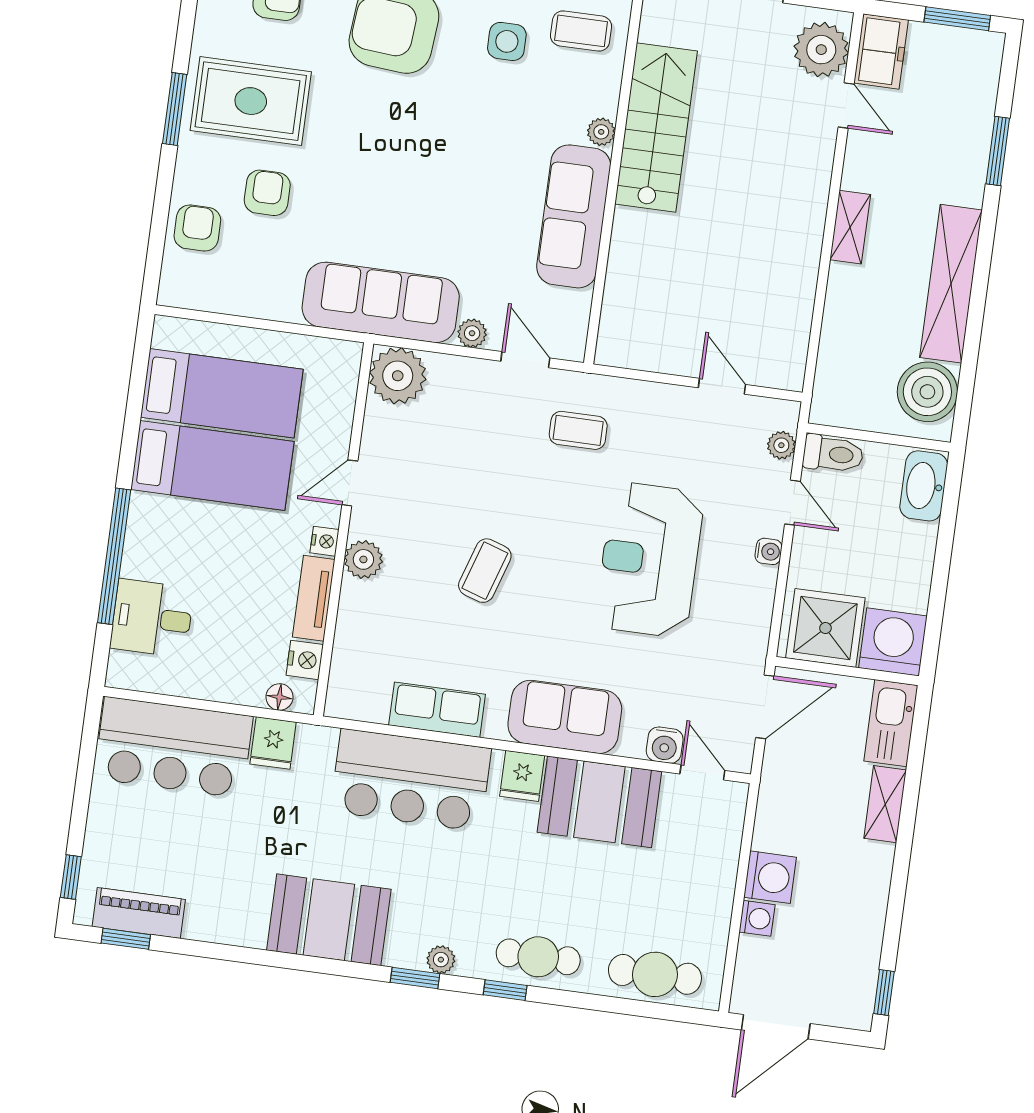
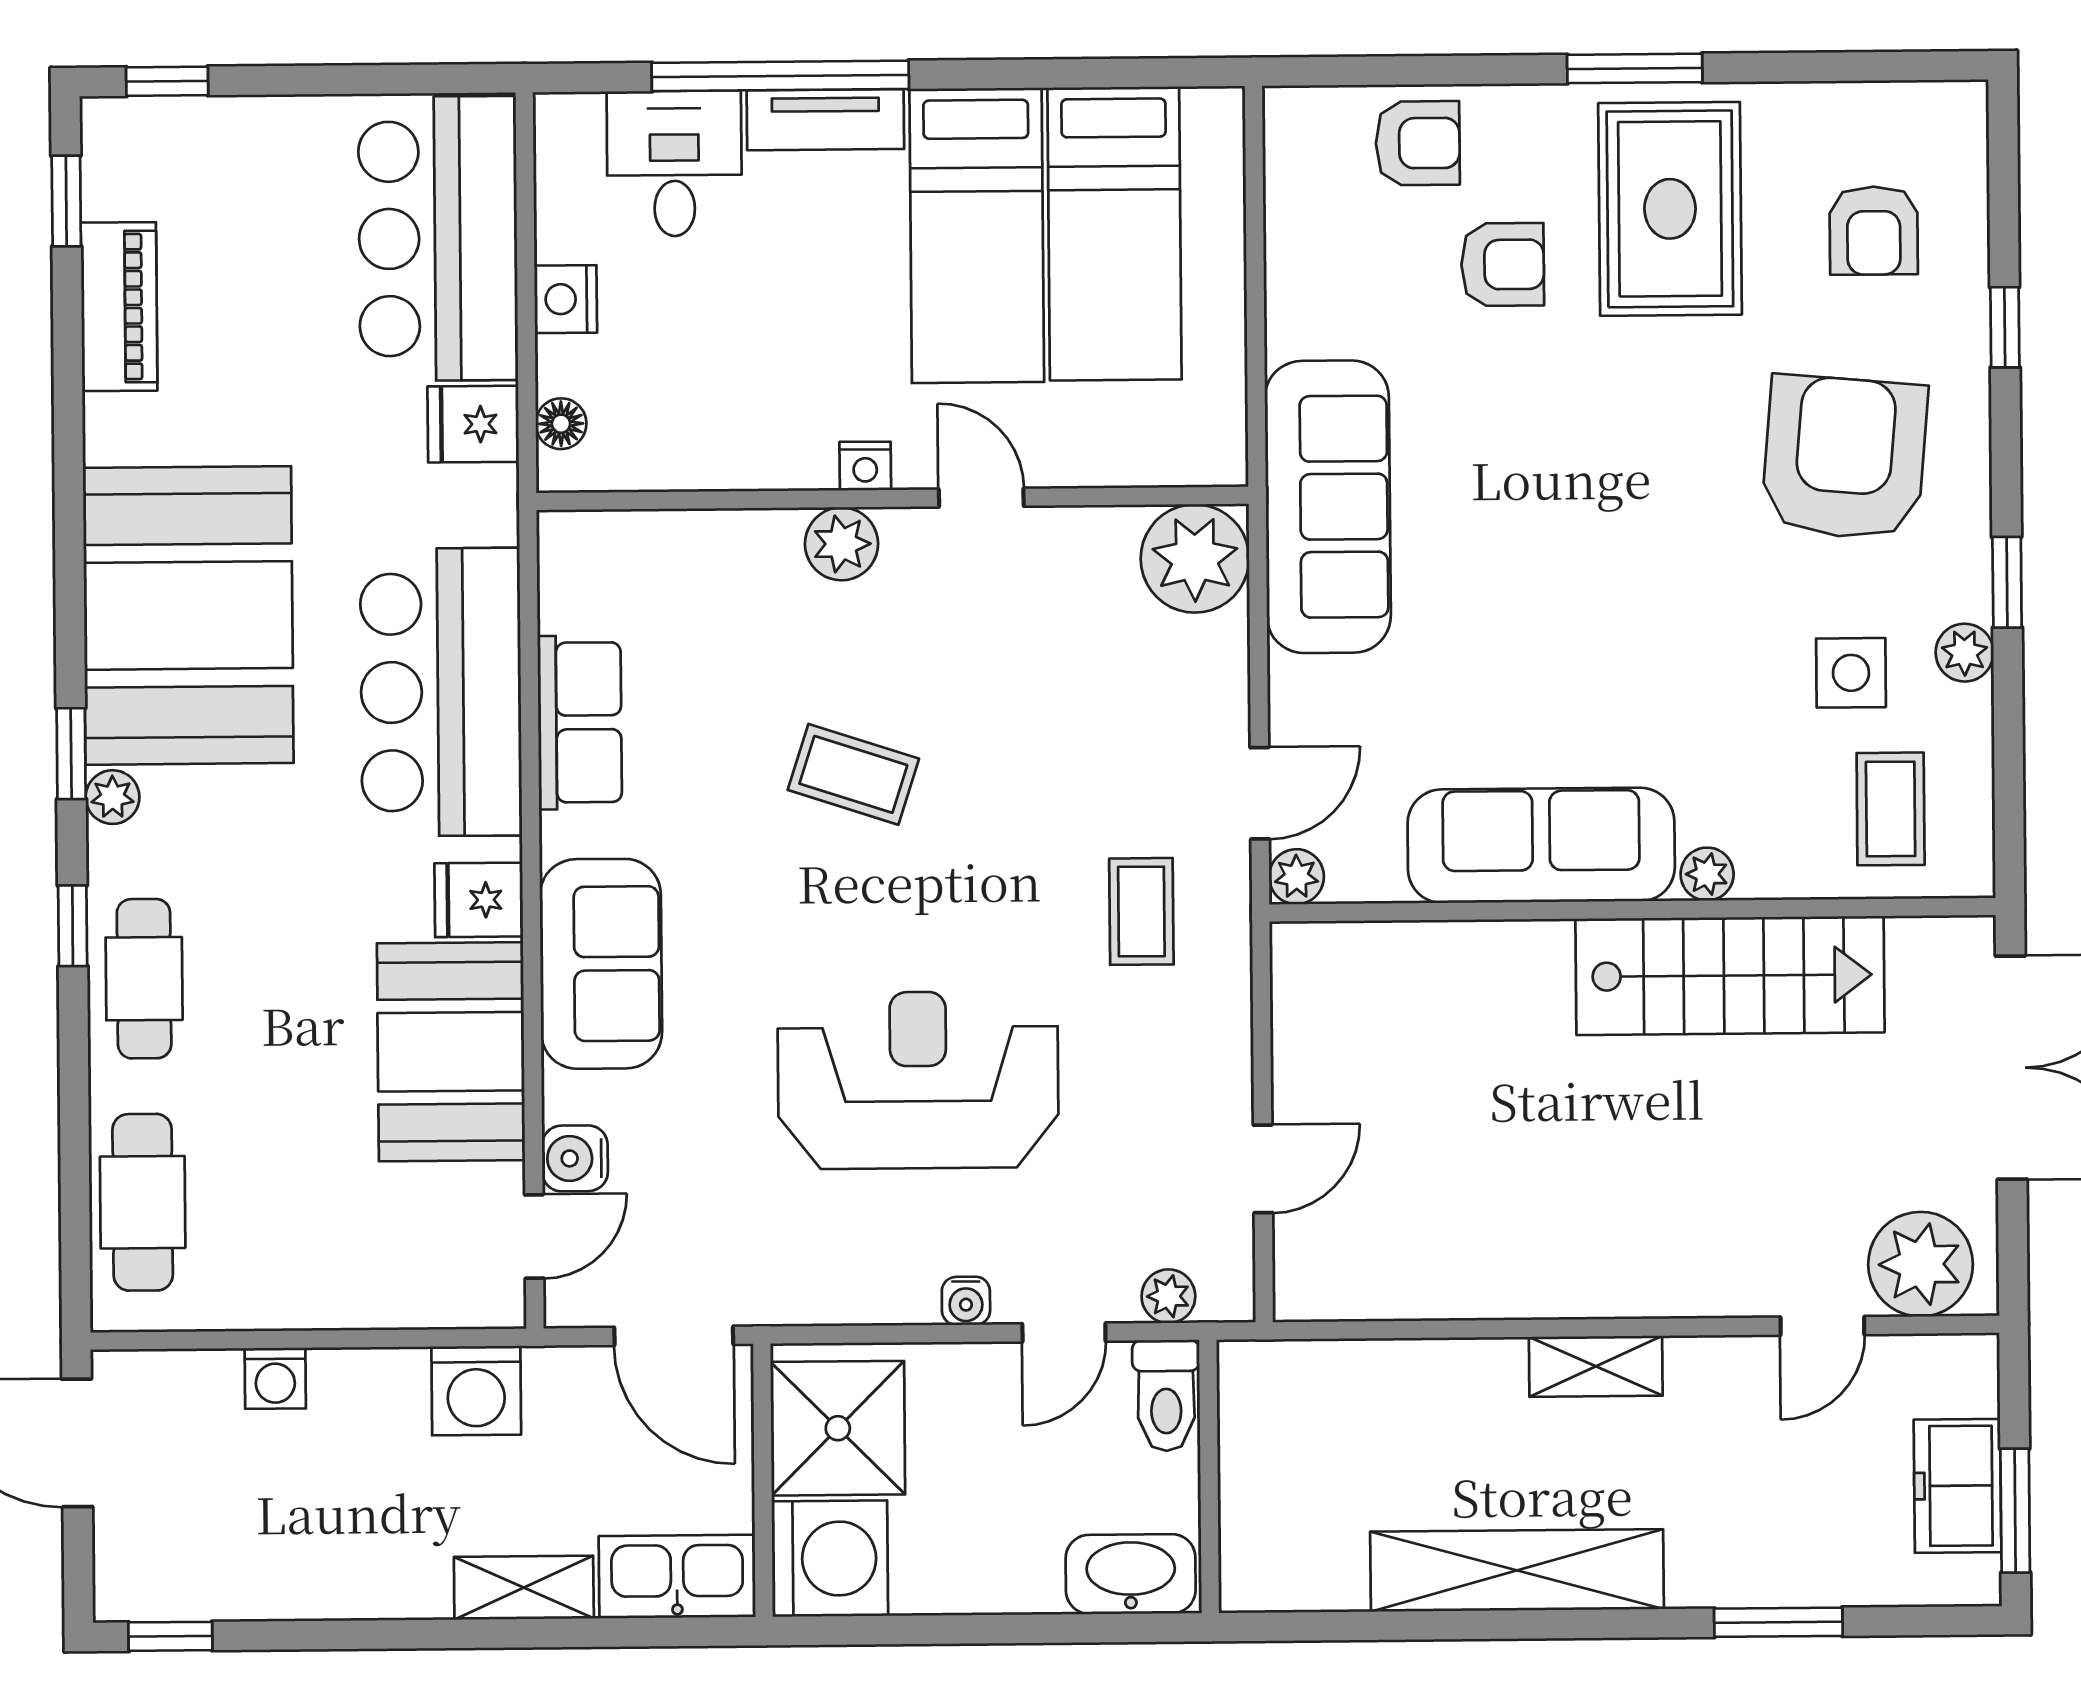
freezer: (881, 51) -> (1957, 1486), moved, turned 90
plant: (472, 333) -> (1296, 877), moved
boiler: (927, 392) -> (1308, 1556), removed
tv unit: (314, 598) -> (825, 120), moved, turned 180
nightstand: (305, 660) -> (566, 299), moved, turned 90
washing machine: (770, 877) -> (476, 1391), moved
piano: (139, 913) -> (119, 307), moved
booth: (329, 920) -> (188, 615), width x1.36, depth x1.42

